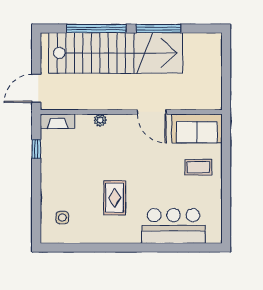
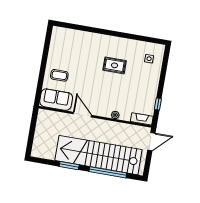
window: (159, 28) -> (69, 166), width x0.69
rug: (115, 198) -> (115, 65), turned 90
bar counter: (173, 226) -> (81, 42), removed

